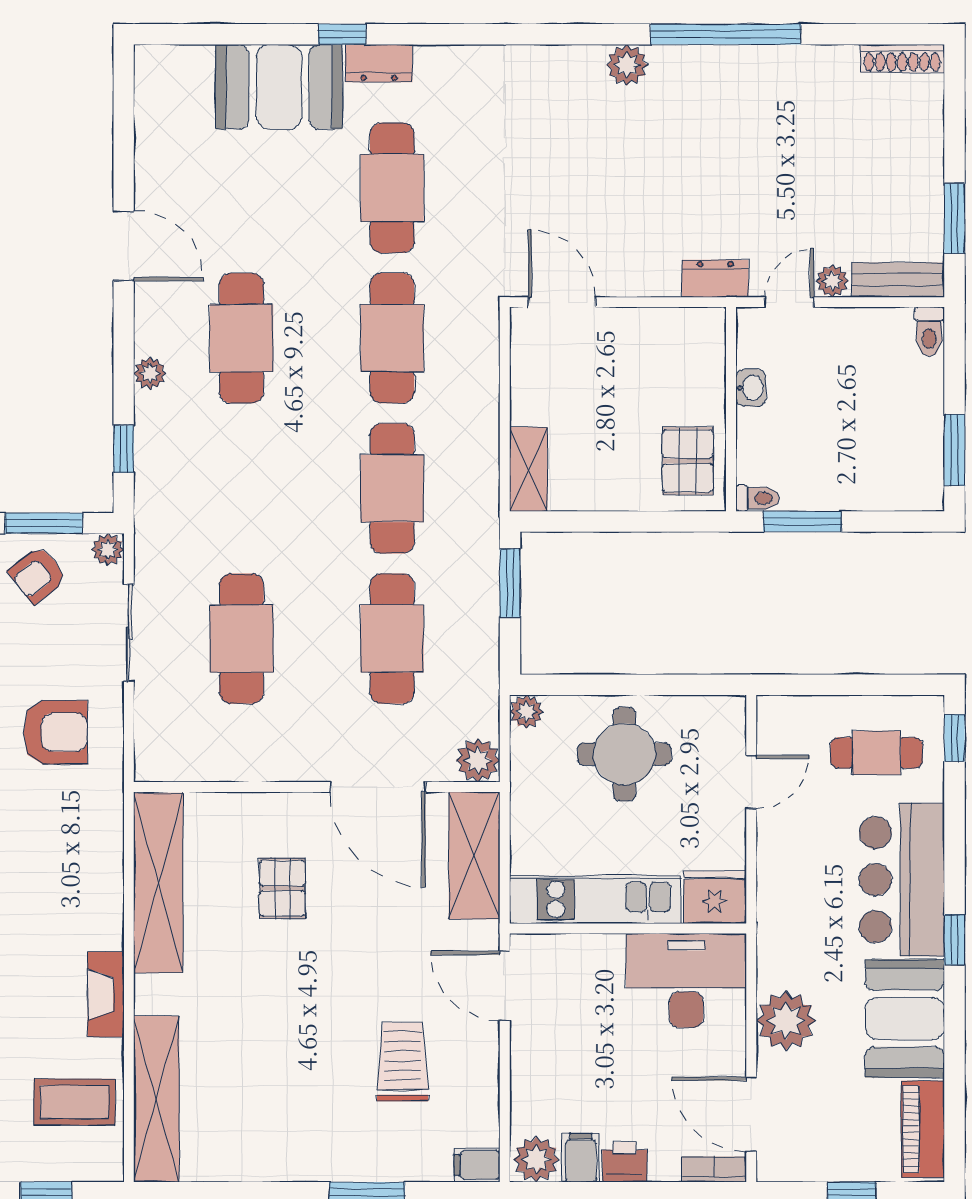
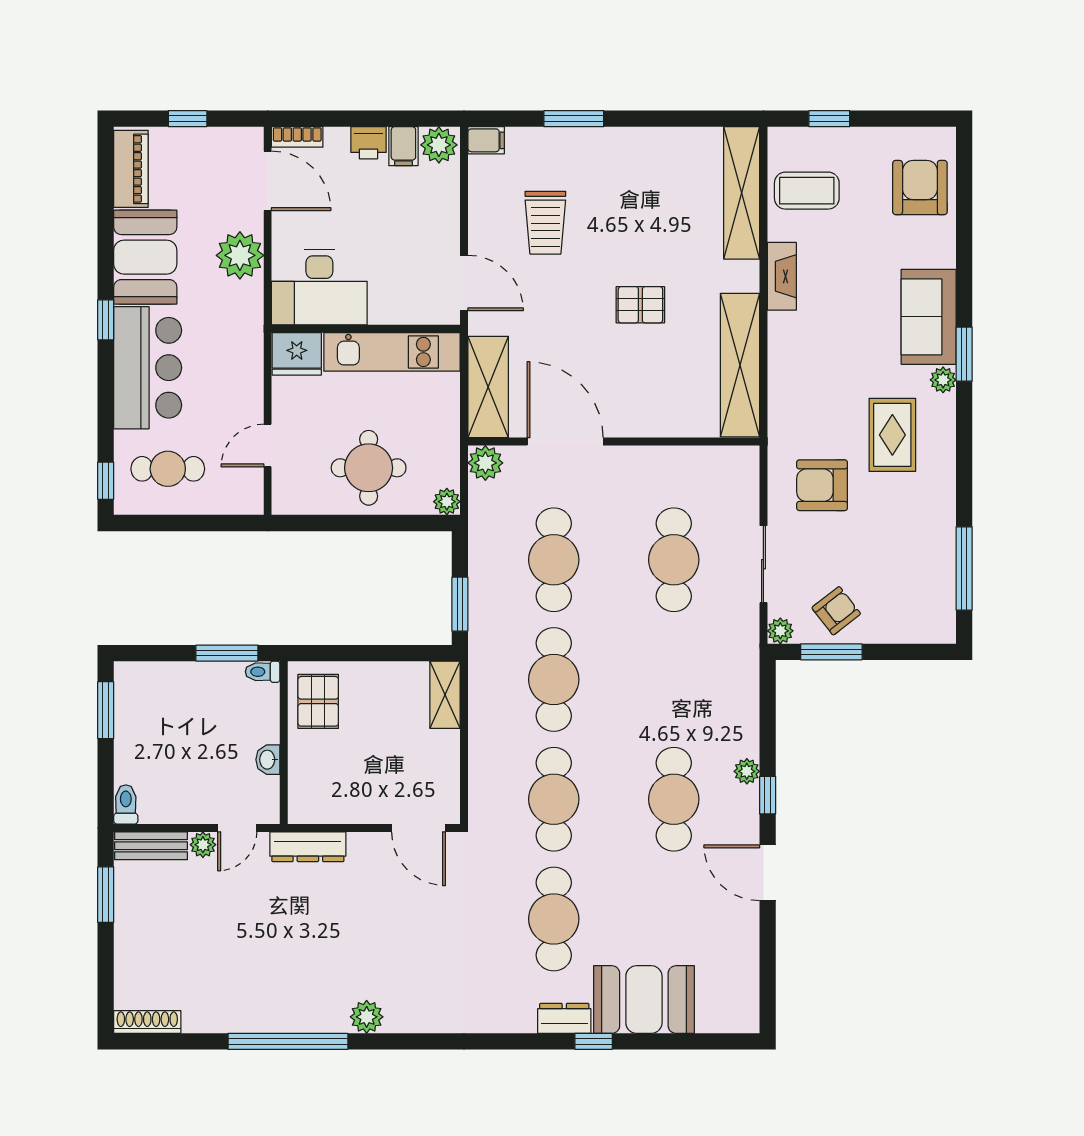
dresser: (715, 279) -> (308, 847), width x1.44
window: (124, 449) -> (768, 795), moved
pallet: (282, 888) -> (640, 305), moved, turned 90

